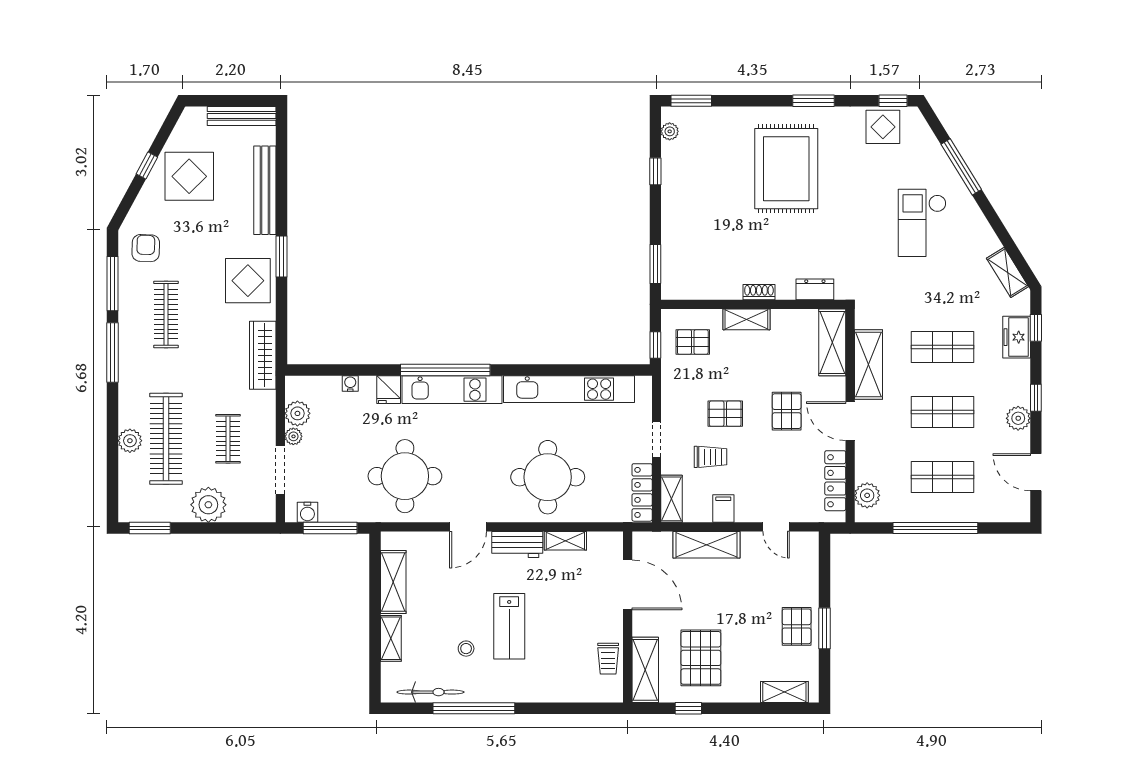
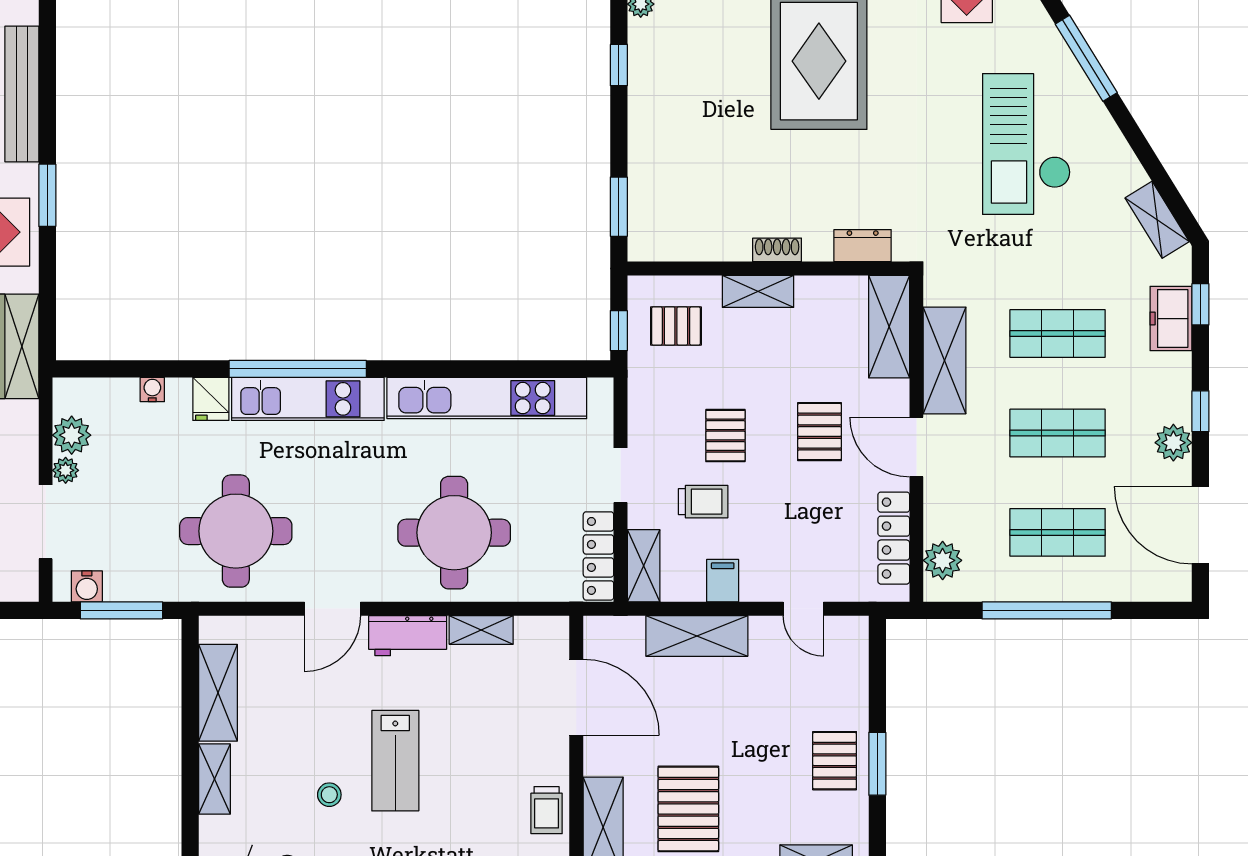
checkout: (922, 223) -> (1027, 144), width x1.36, depth x1.21
pallet: (725, 414) -> (725, 436), turned 90
door: (1036, 472) -> (1200, 525), width x1.36

